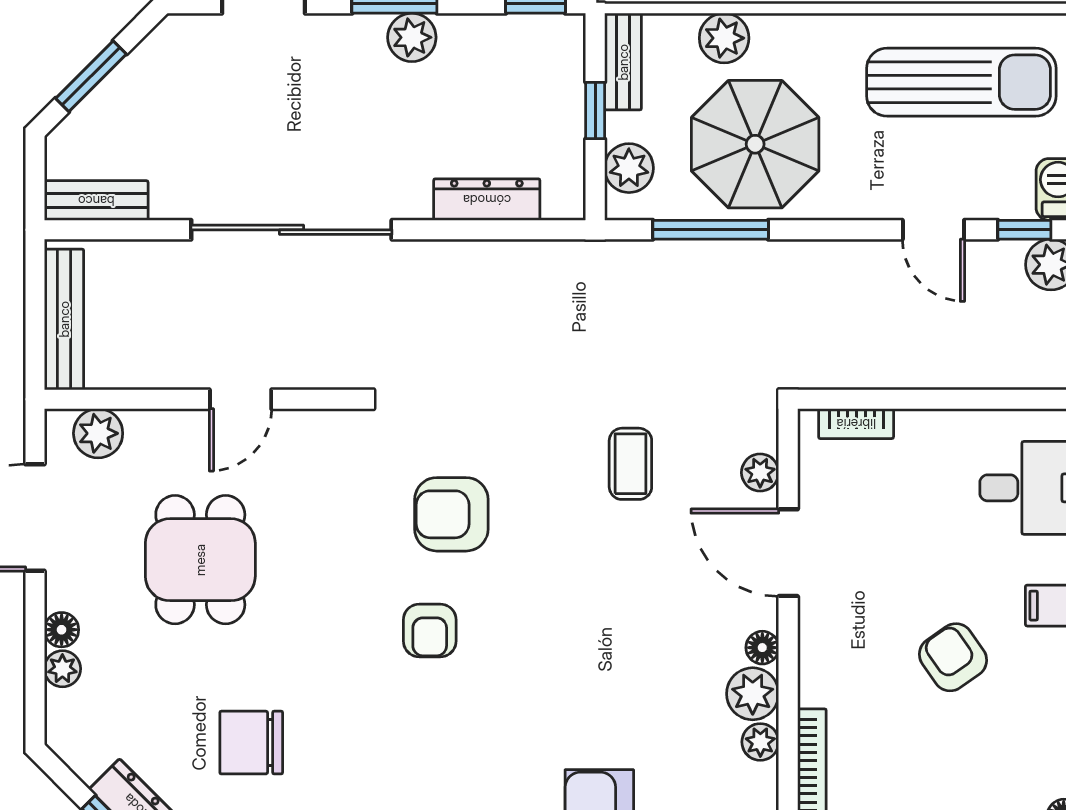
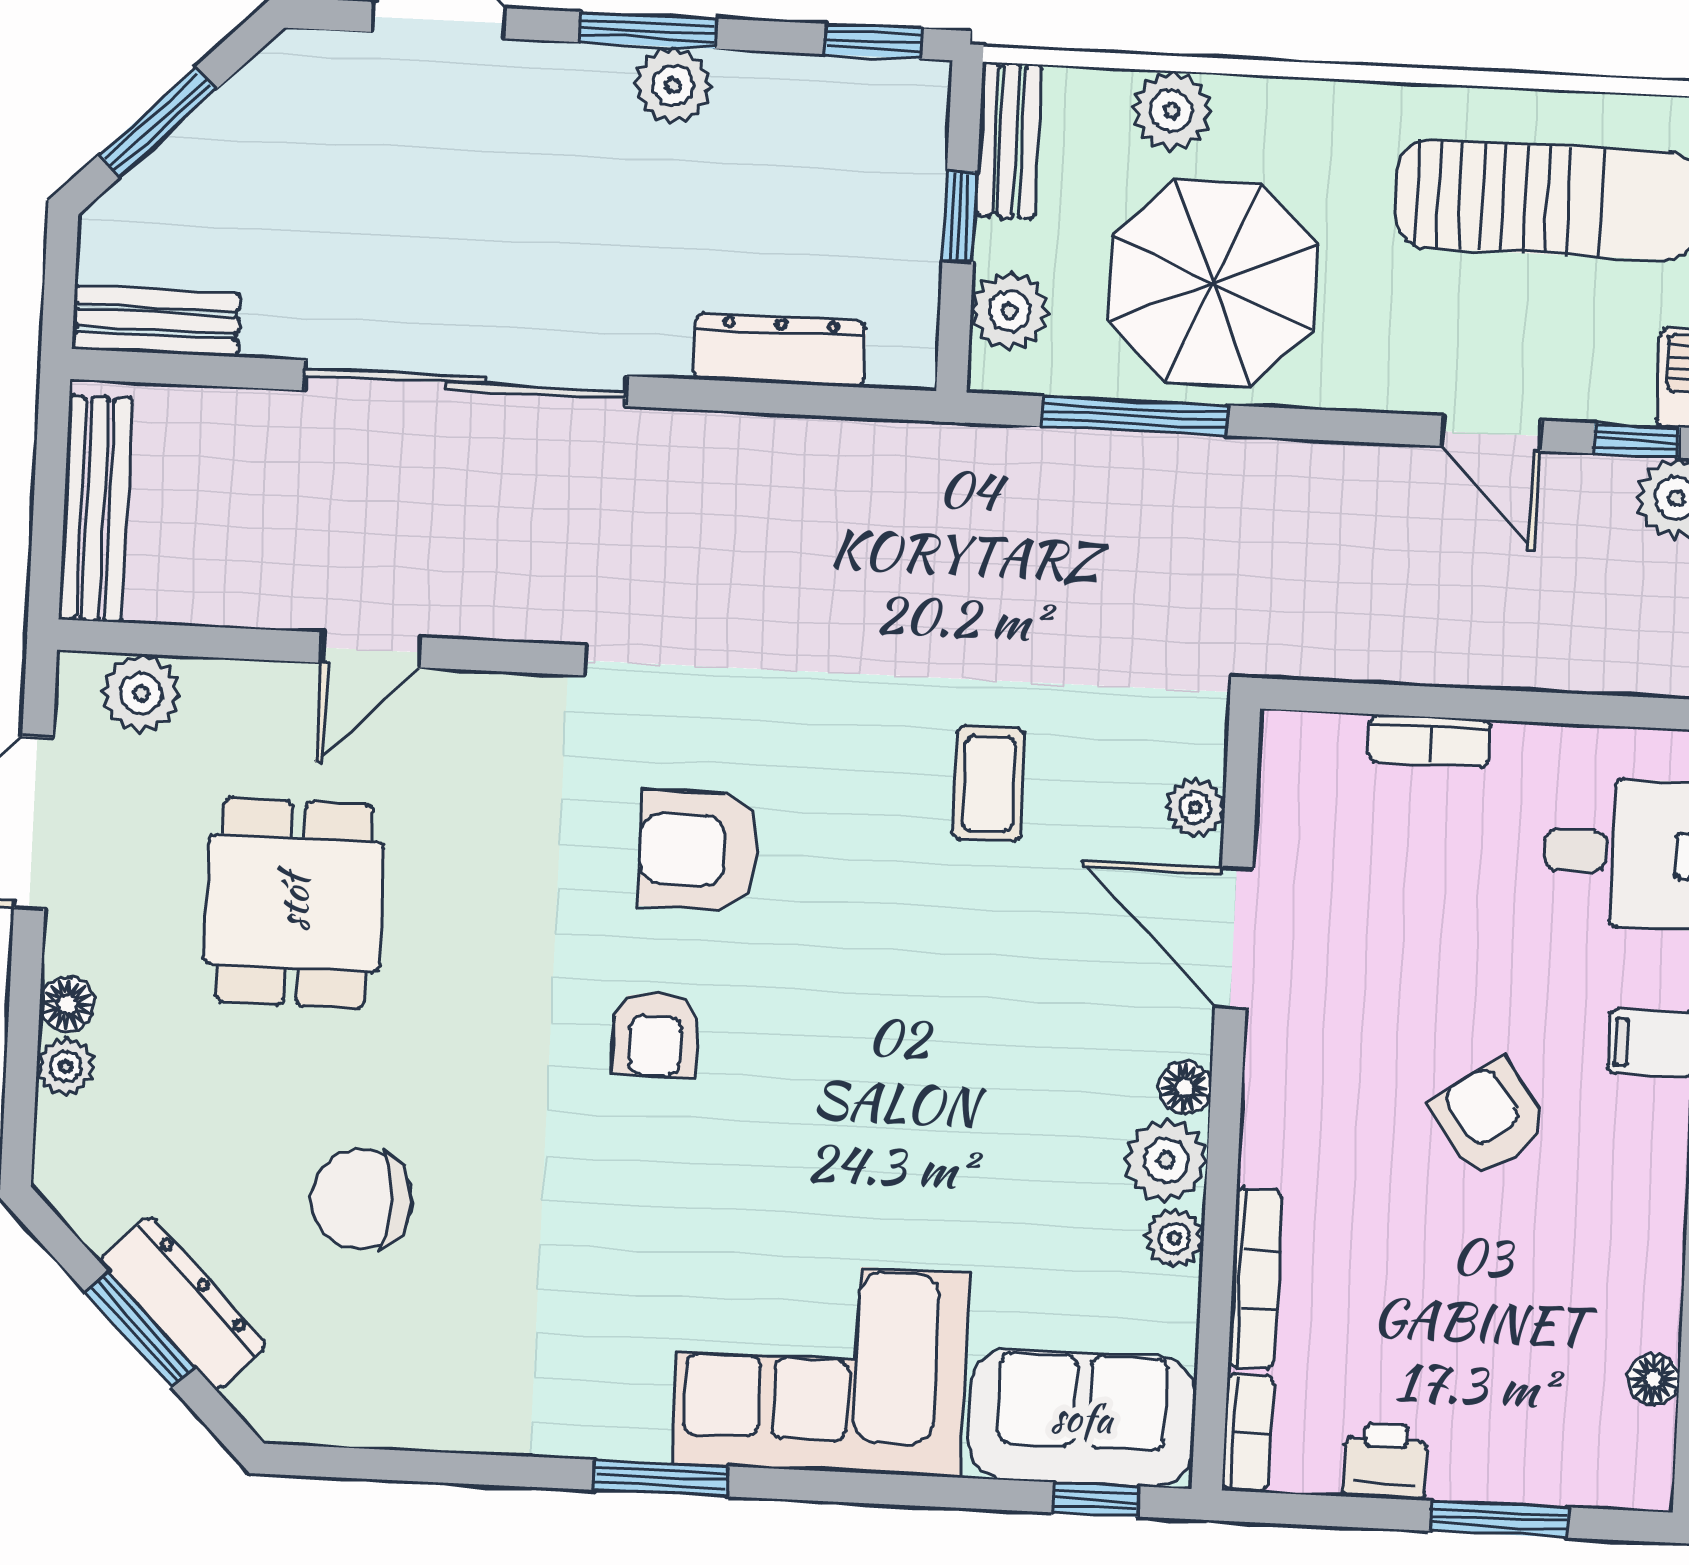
bookcase: (856, 424) -> (1430, 741), moved

